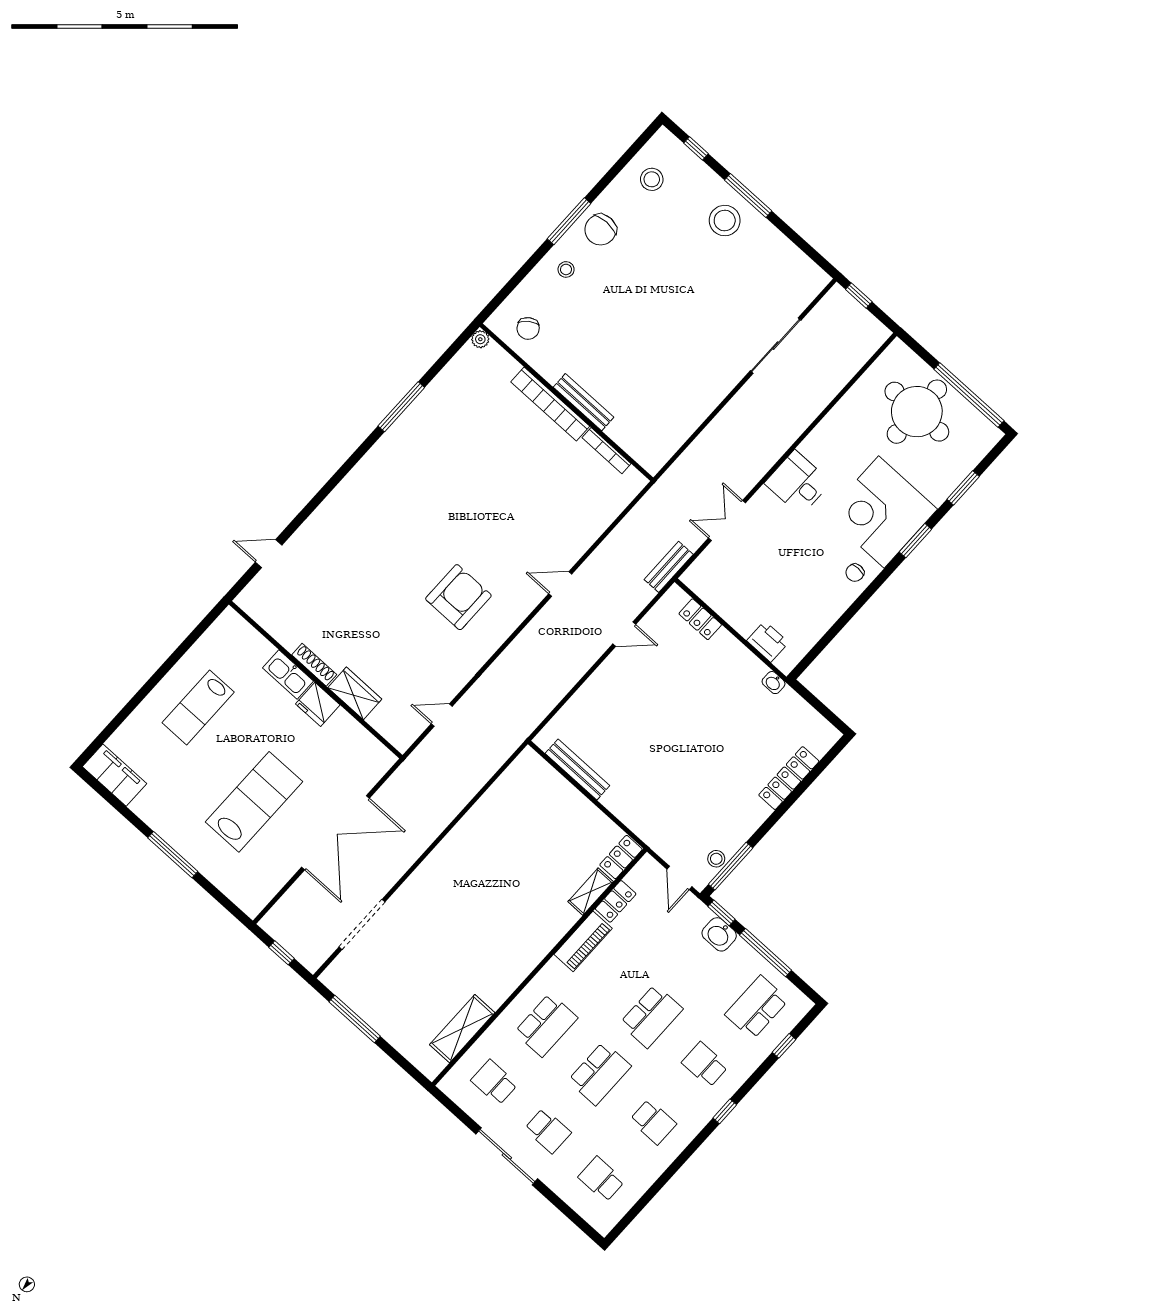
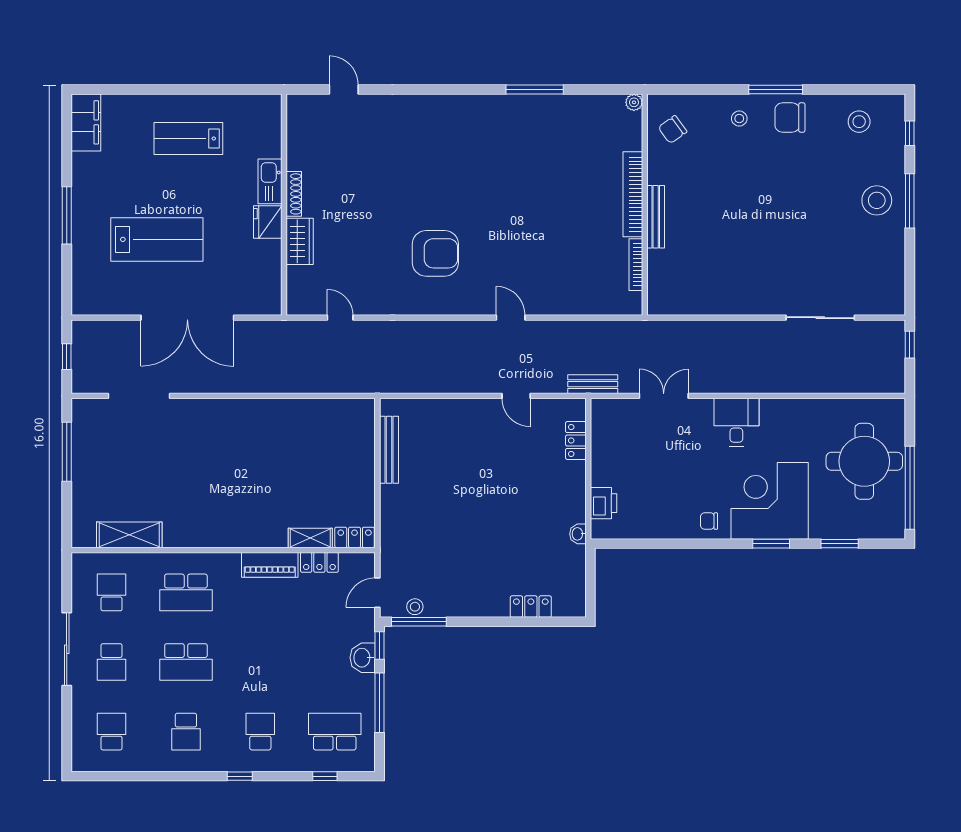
locker: (789, 778) -> (531, 607), width x0.66
school desk: (651, 1016) -> (260, 662), removed

